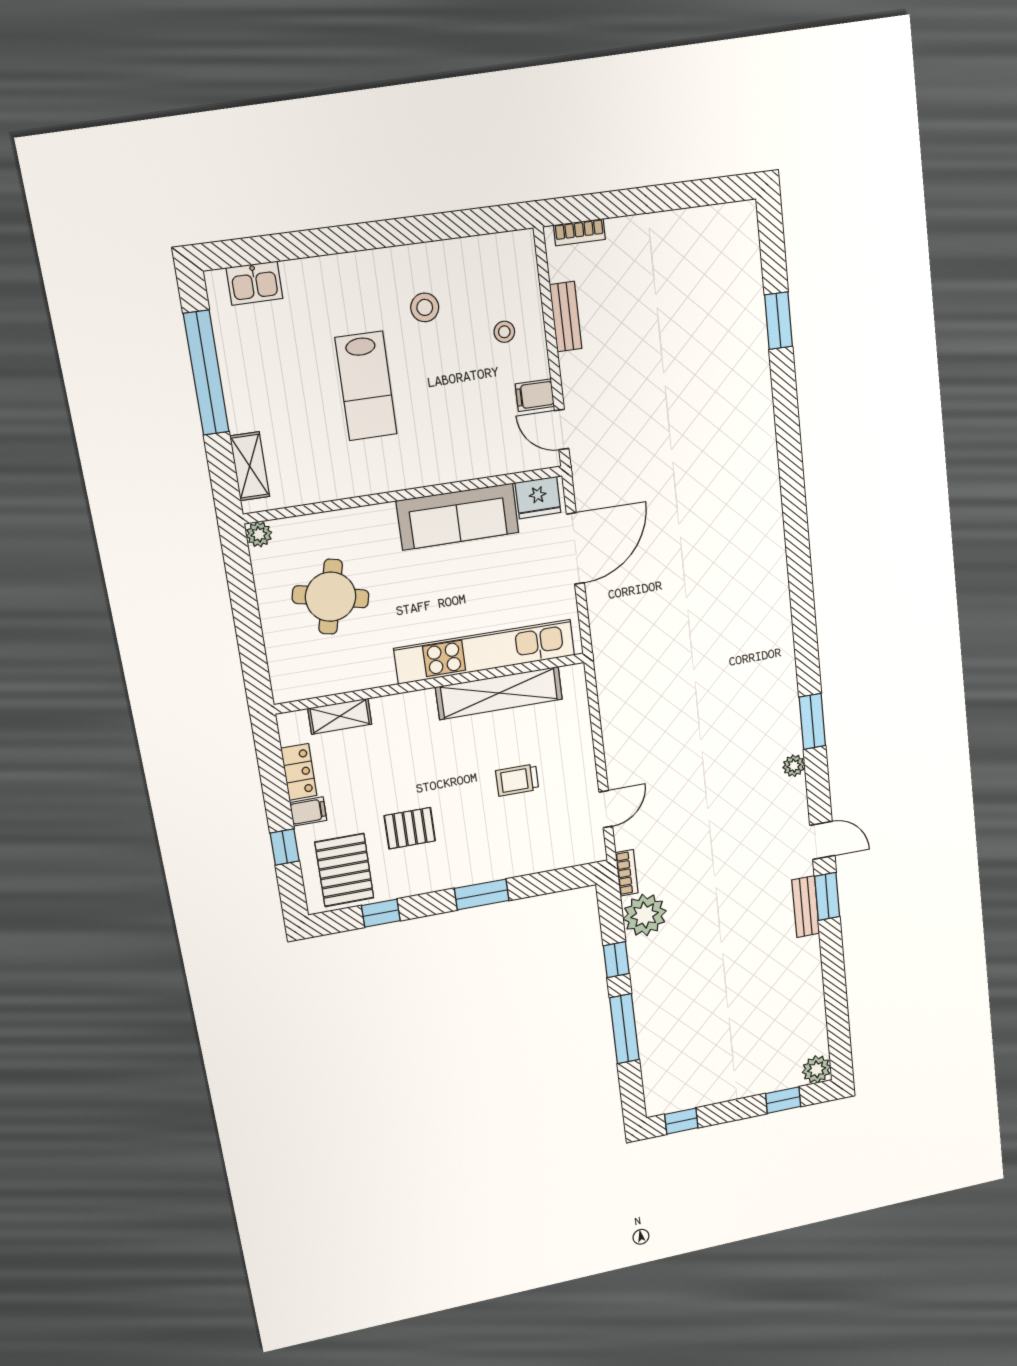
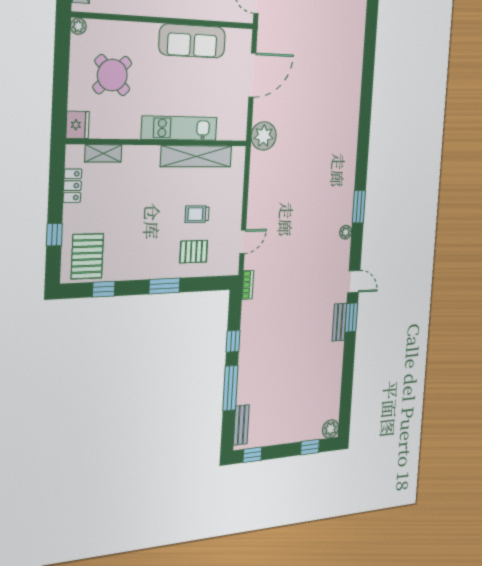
fridge: (538, 498) -> (78, 125), moved, turned -90
round table: (331, 597) -> (112, 75), turned 34
kitchen unit: (485, 652) -> (179, 128), width x0.73
filing cabinet: (308, 811) -> (73, 213), removed
pallet: (410, 828) -> (194, 252), moved
plant: (645, 915) -> (264, 136), moved
bench: (653, 1080) -> (241, 425), added

